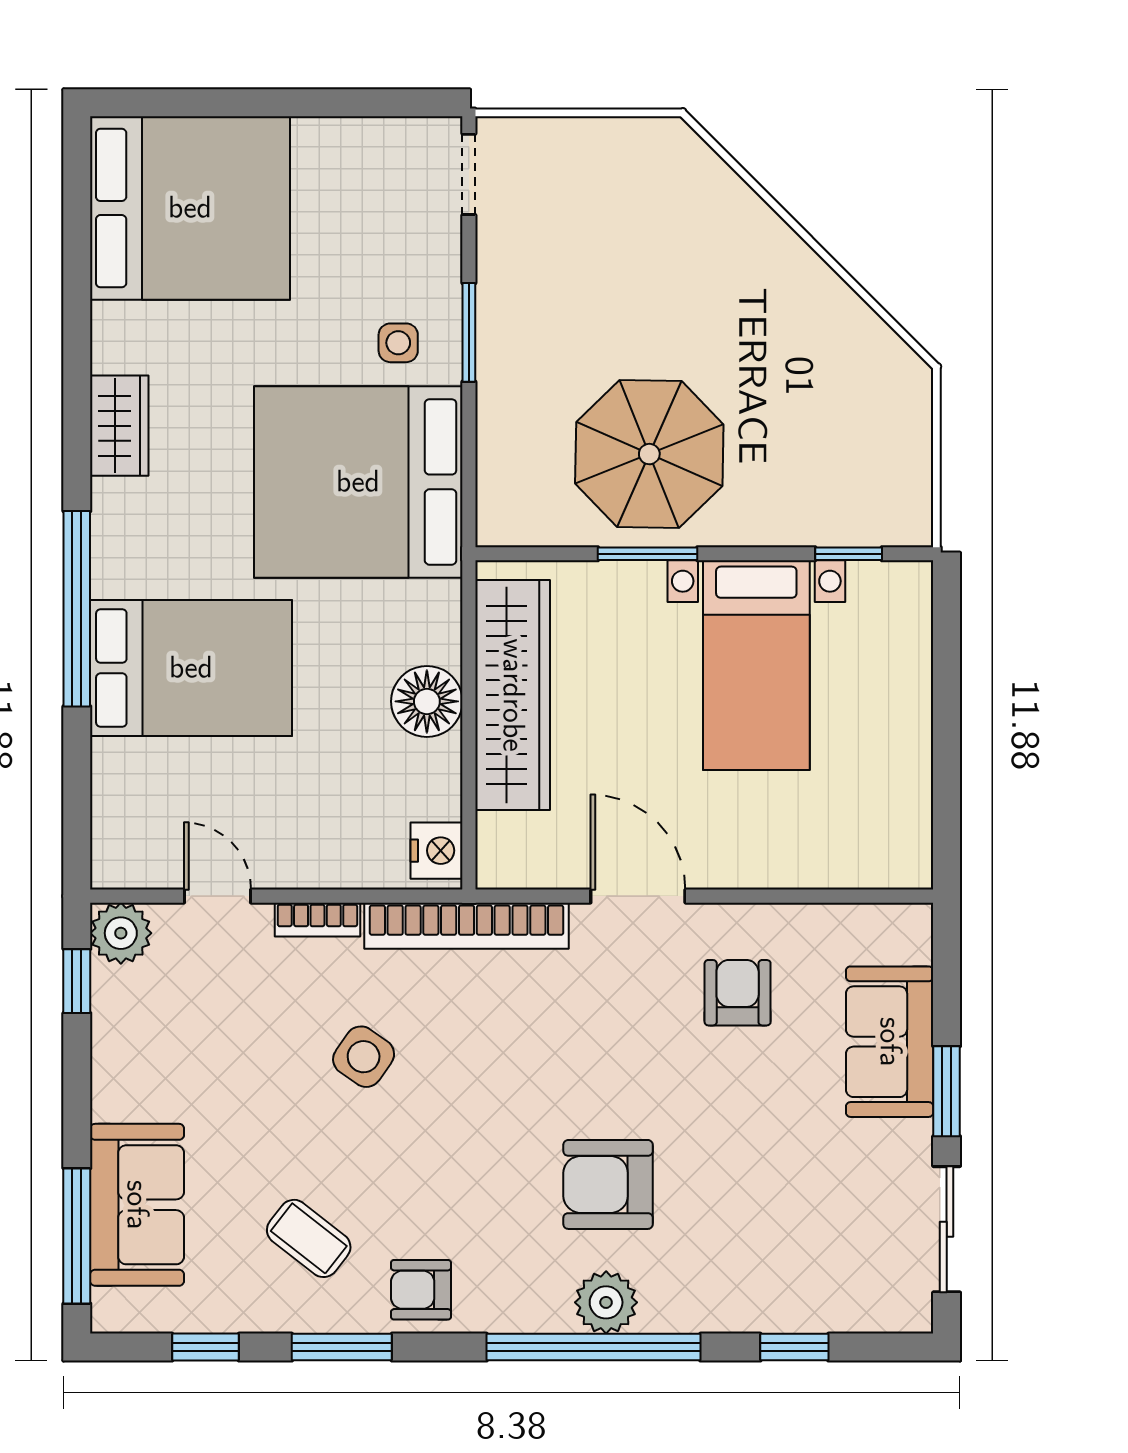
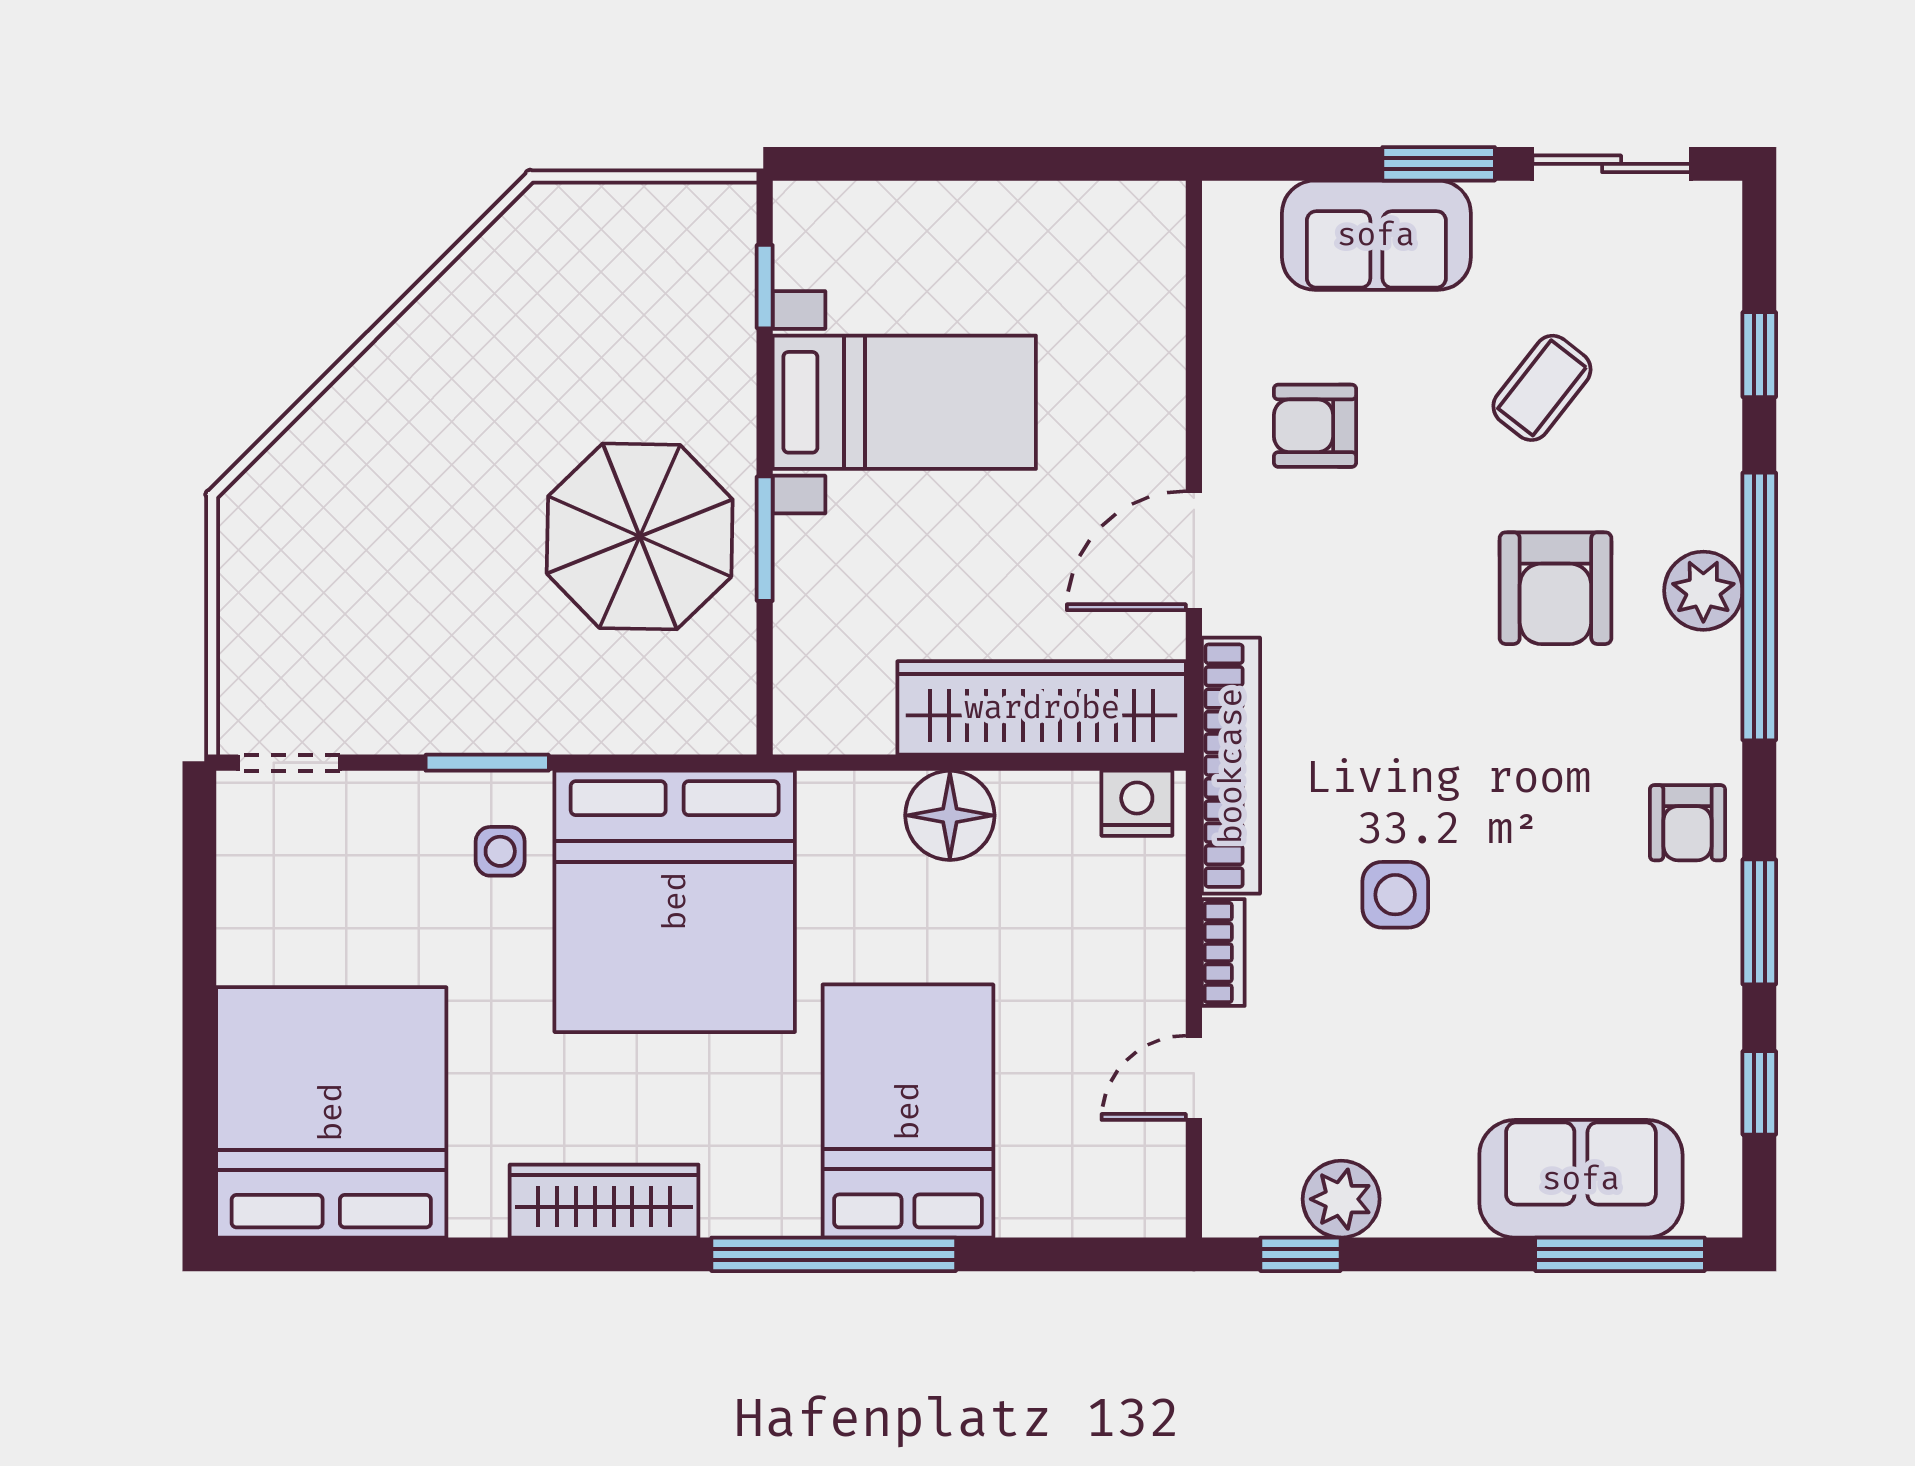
wardrobe: (119, 426) -> (604, 1201), width x1.50
wardrobe: (513, 695) -> (1042, 708), moved
plant: (121, 933) -> (1341, 1199), moved
side table: (364, 1057) -> (1395, 895), turned -35
coffee table: (309, 1238) -> (1542, 388), moved

